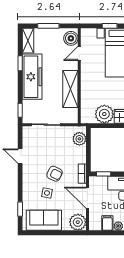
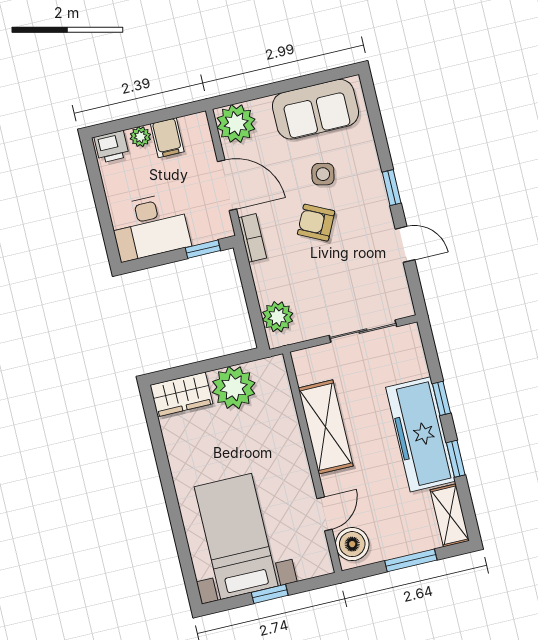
window: (20, 110) -> (441, 398), moved
window: (20, 209) -> (392, 188), moved

